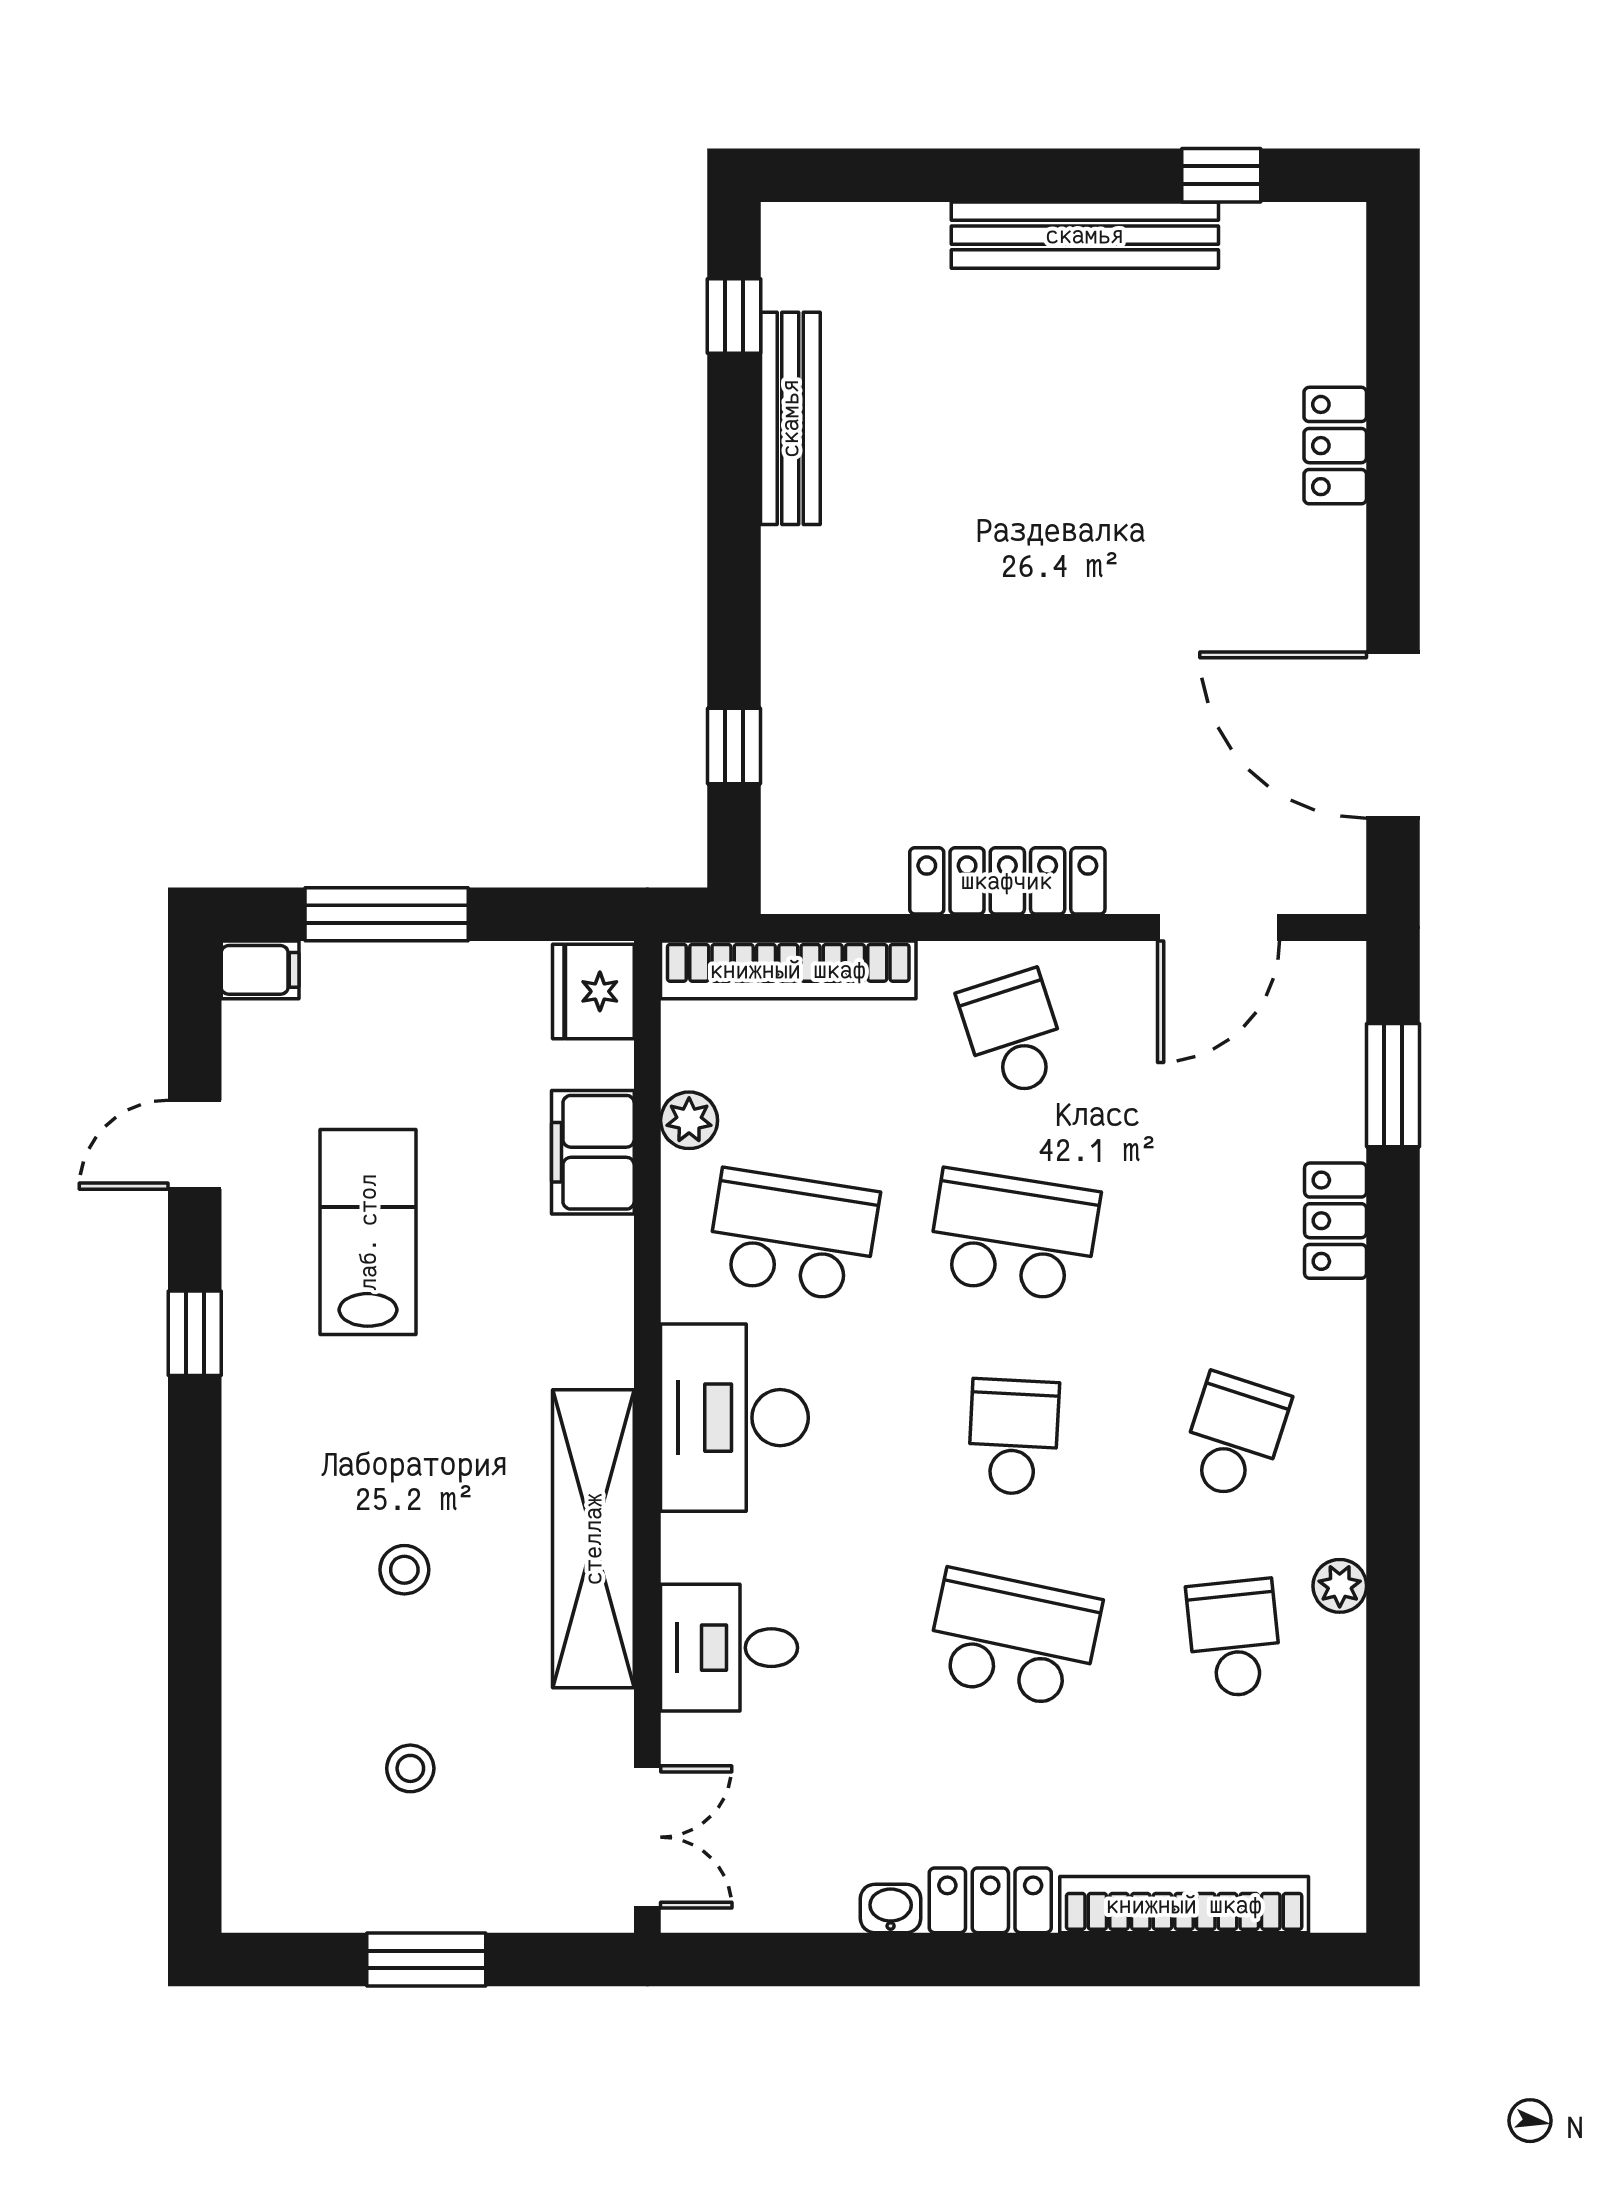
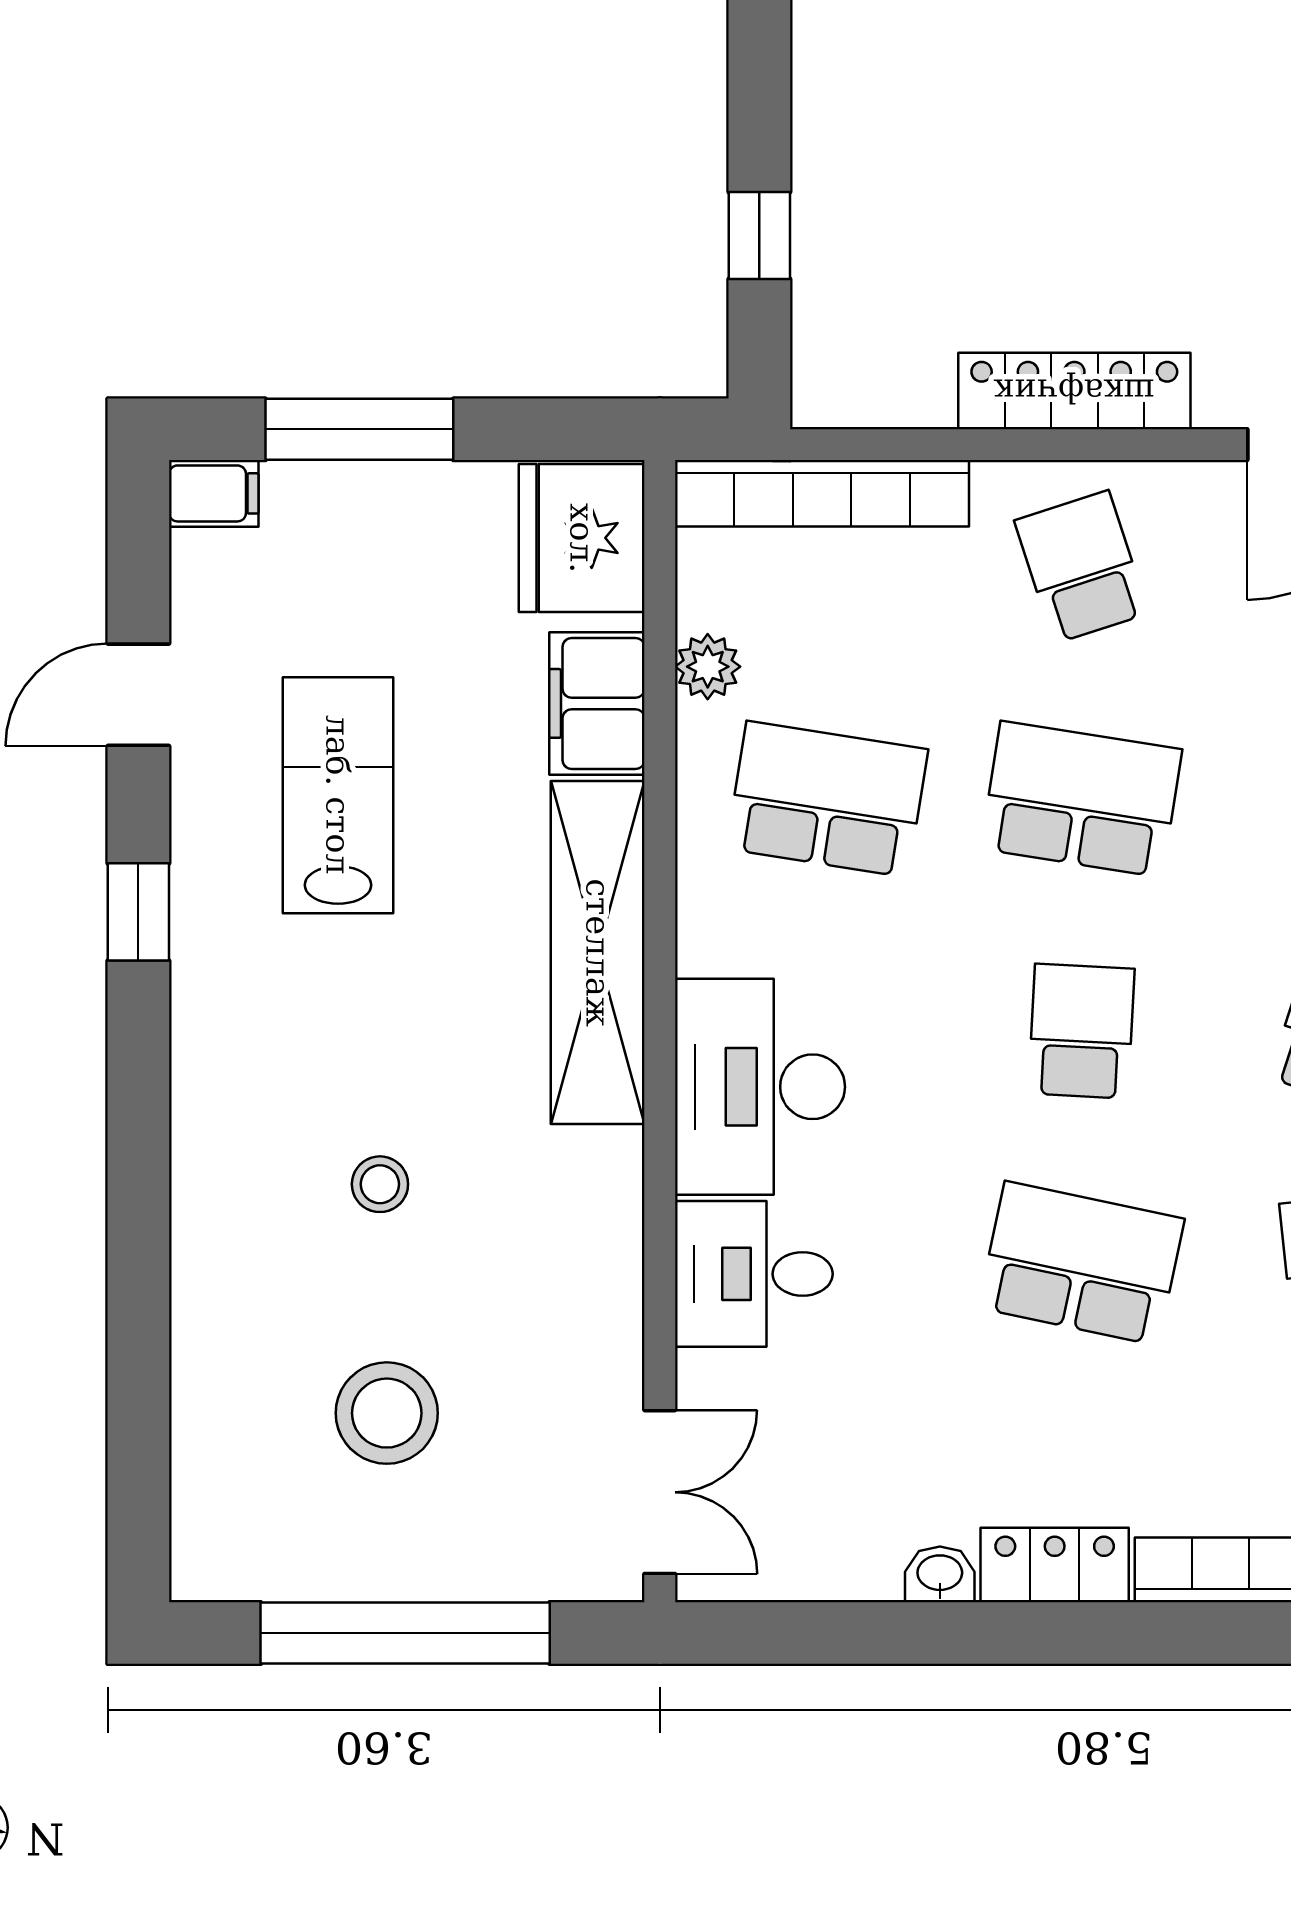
fridge: (593, 991) -> (582, 538), width x1.36, depth x1.34
desk: (734, 1418) -> (760, 1087), moved
shelving: (593, 1539) -> (598, 953), moved
stool: (410, 1768) -> (387, 1413), width x1.89, depth x1.89
window: (426, 1959) -> (405, 1633), width x2.11

